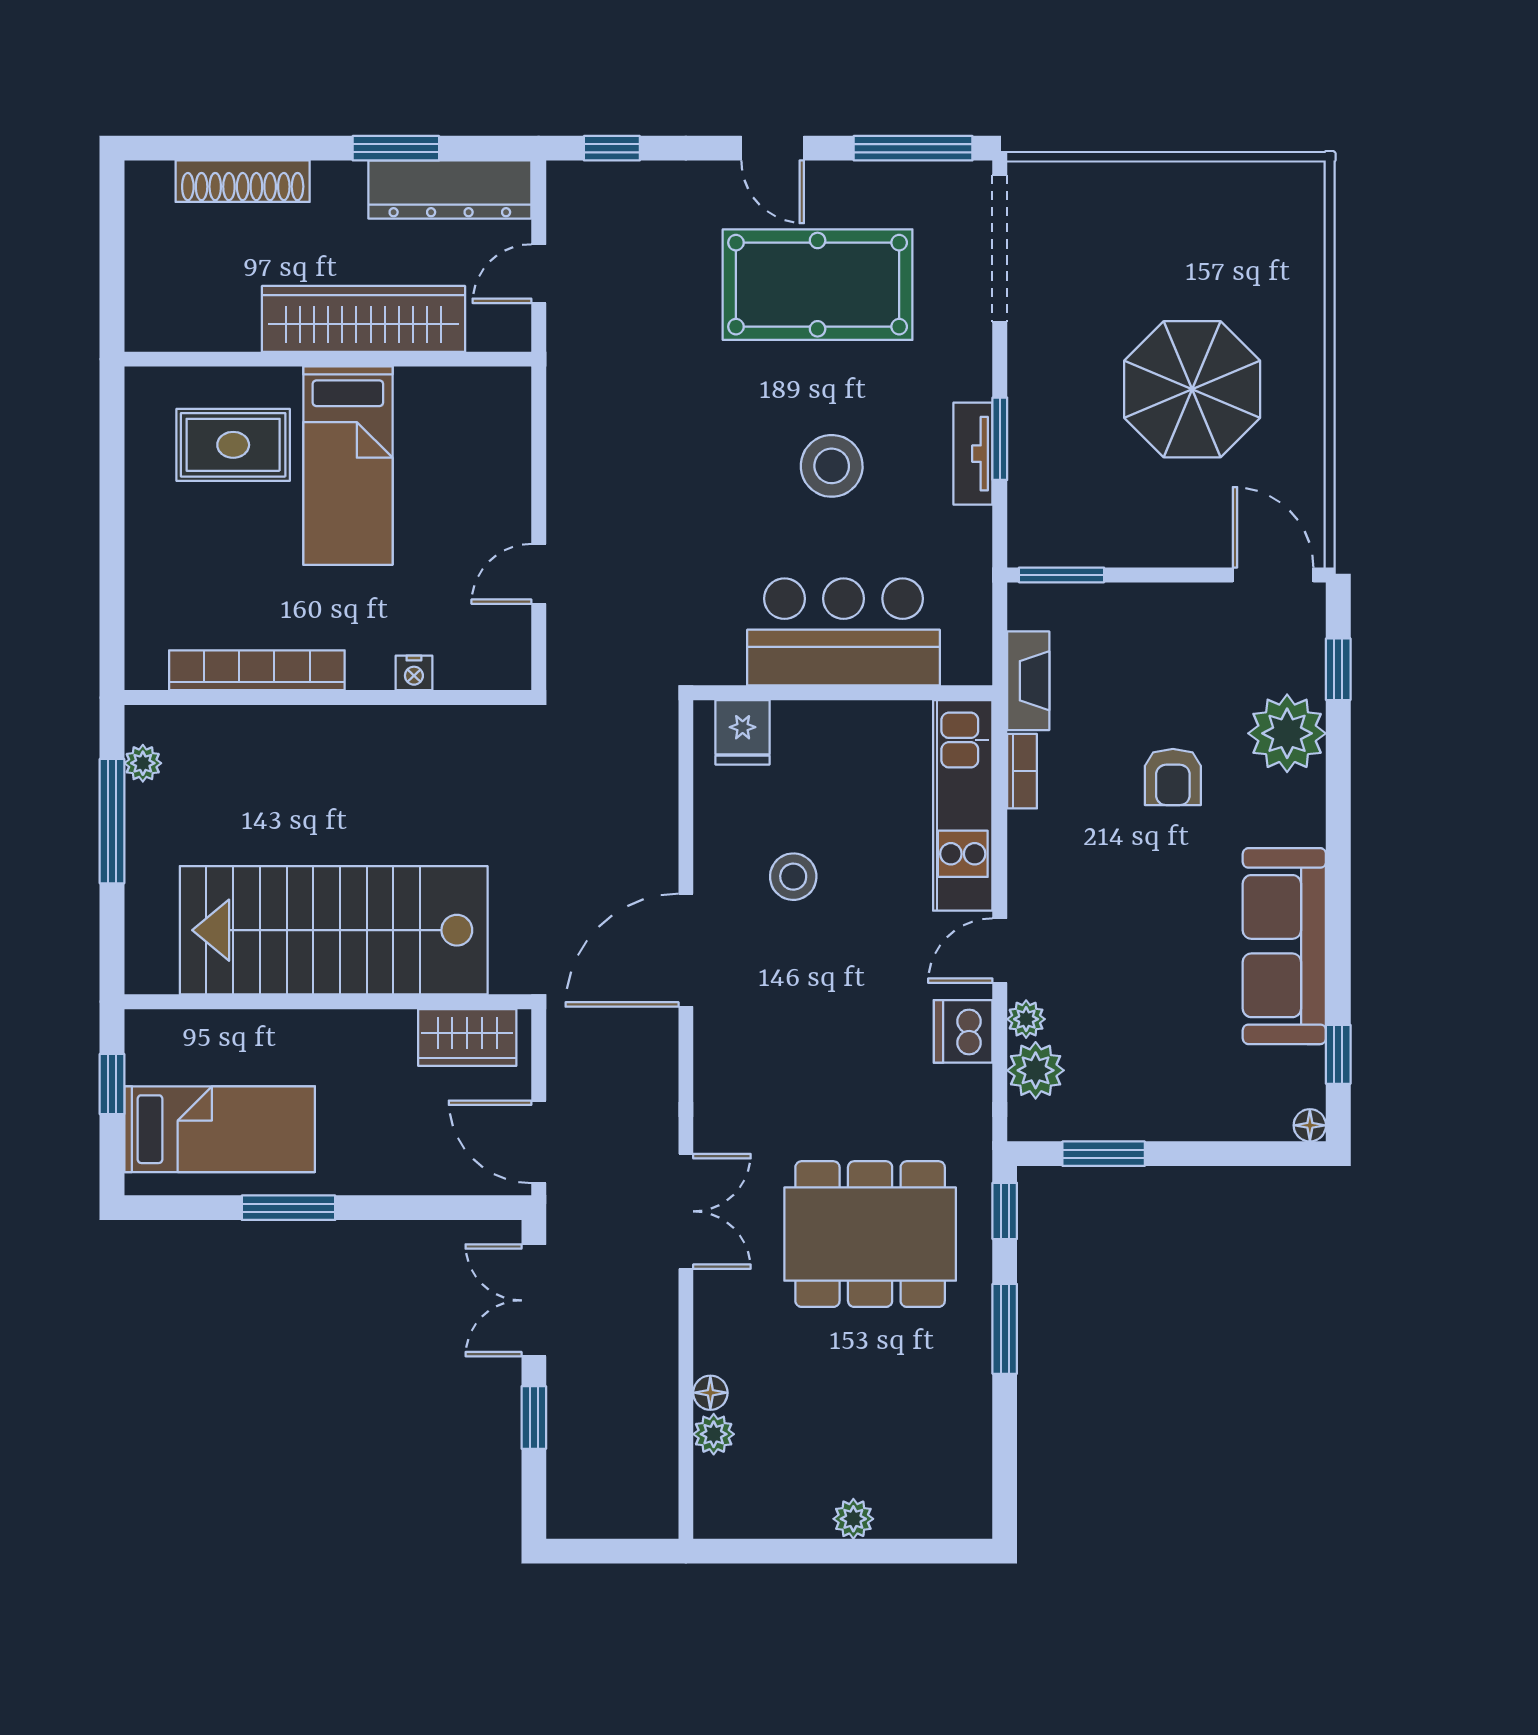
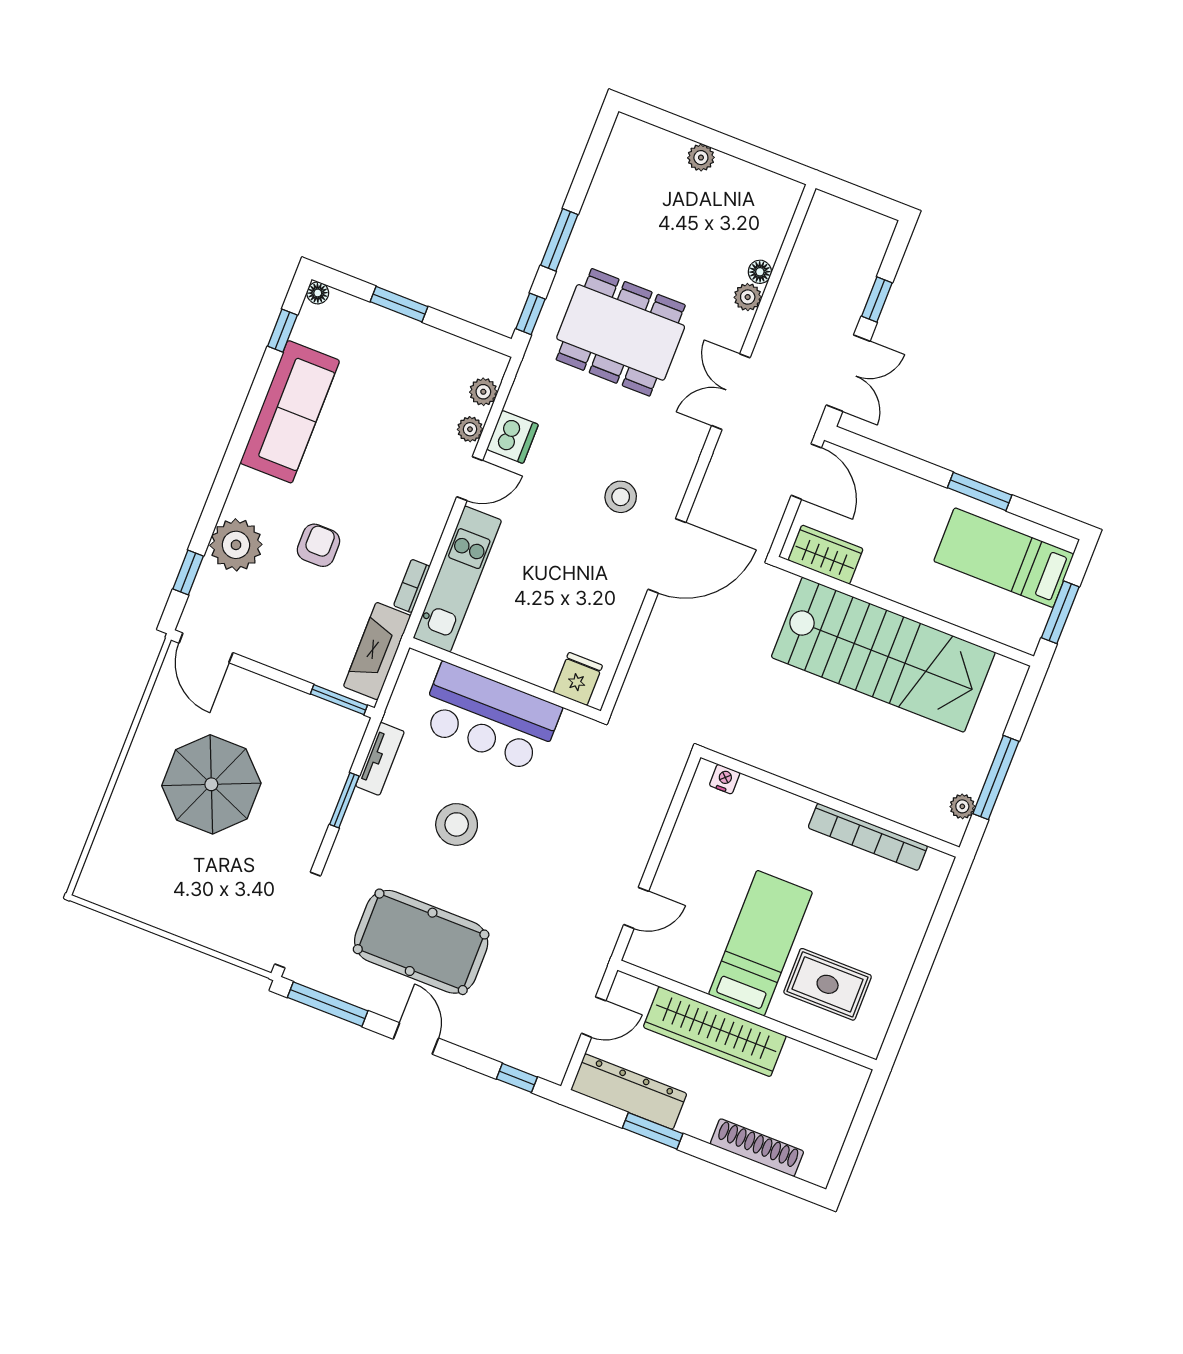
tv unit: (973, 454) -> (380, 759), moved
door: (539, 574) -> (636, 908), moved
nightstand: (414, 673) -> (725, 779), moved
fireplace: (1028, 681) -> (377, 651), width x1.37, depth x1.32
stool: (793, 877) -> (621, 497), moved
plant: (1036, 1070) -> (483, 392), width x0.73, depth x0.73
window: (112, 1084) -> (1060, 612), width x1.50
window: (1104, 1154) -> (399, 304), moved
plant: (714, 1434) -> (748, 297), moved

